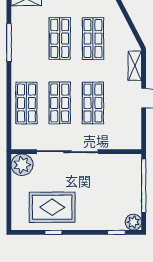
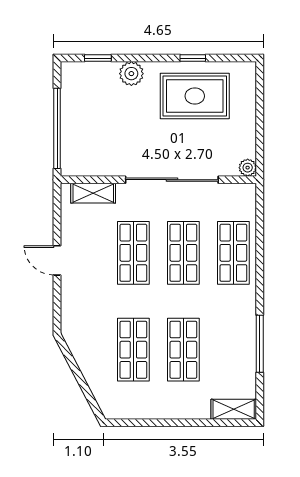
shelving: (135, 66) -> (93, 193), moved, turned 90
plant: (22, 165) -> (248, 168), width x0.53, depth x0.53
plant: (133, 222) -> (131, 74), moved

